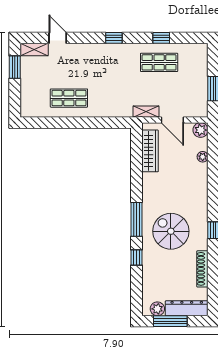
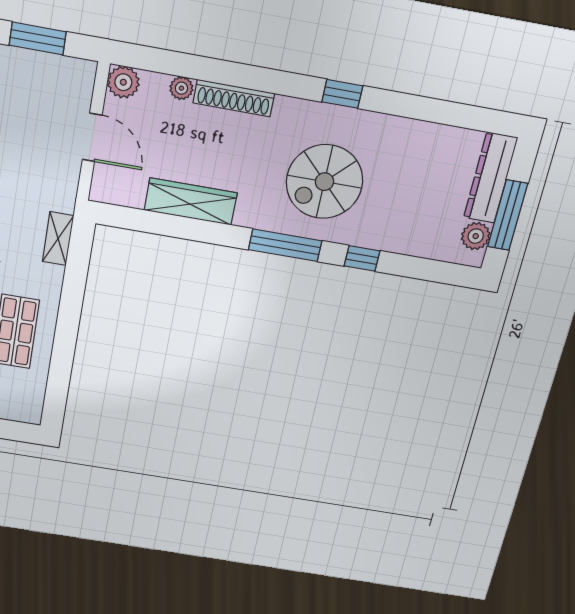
shelving: (146, 112) -> (58, 239), moved
door: (172, 120) -> (92, 137), hinge flipped
wardrobe: (150, 151) -> (191, 202), moved
shoe rack: (202, 269) -> (234, 98), moved

